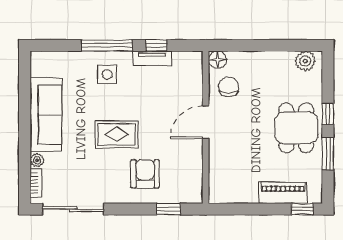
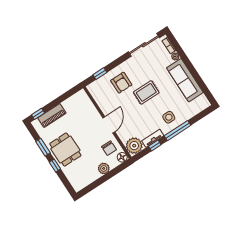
plant: (305, 61) -> (104, 168), moved
plant: (188, 66) -> (134, 146), added

